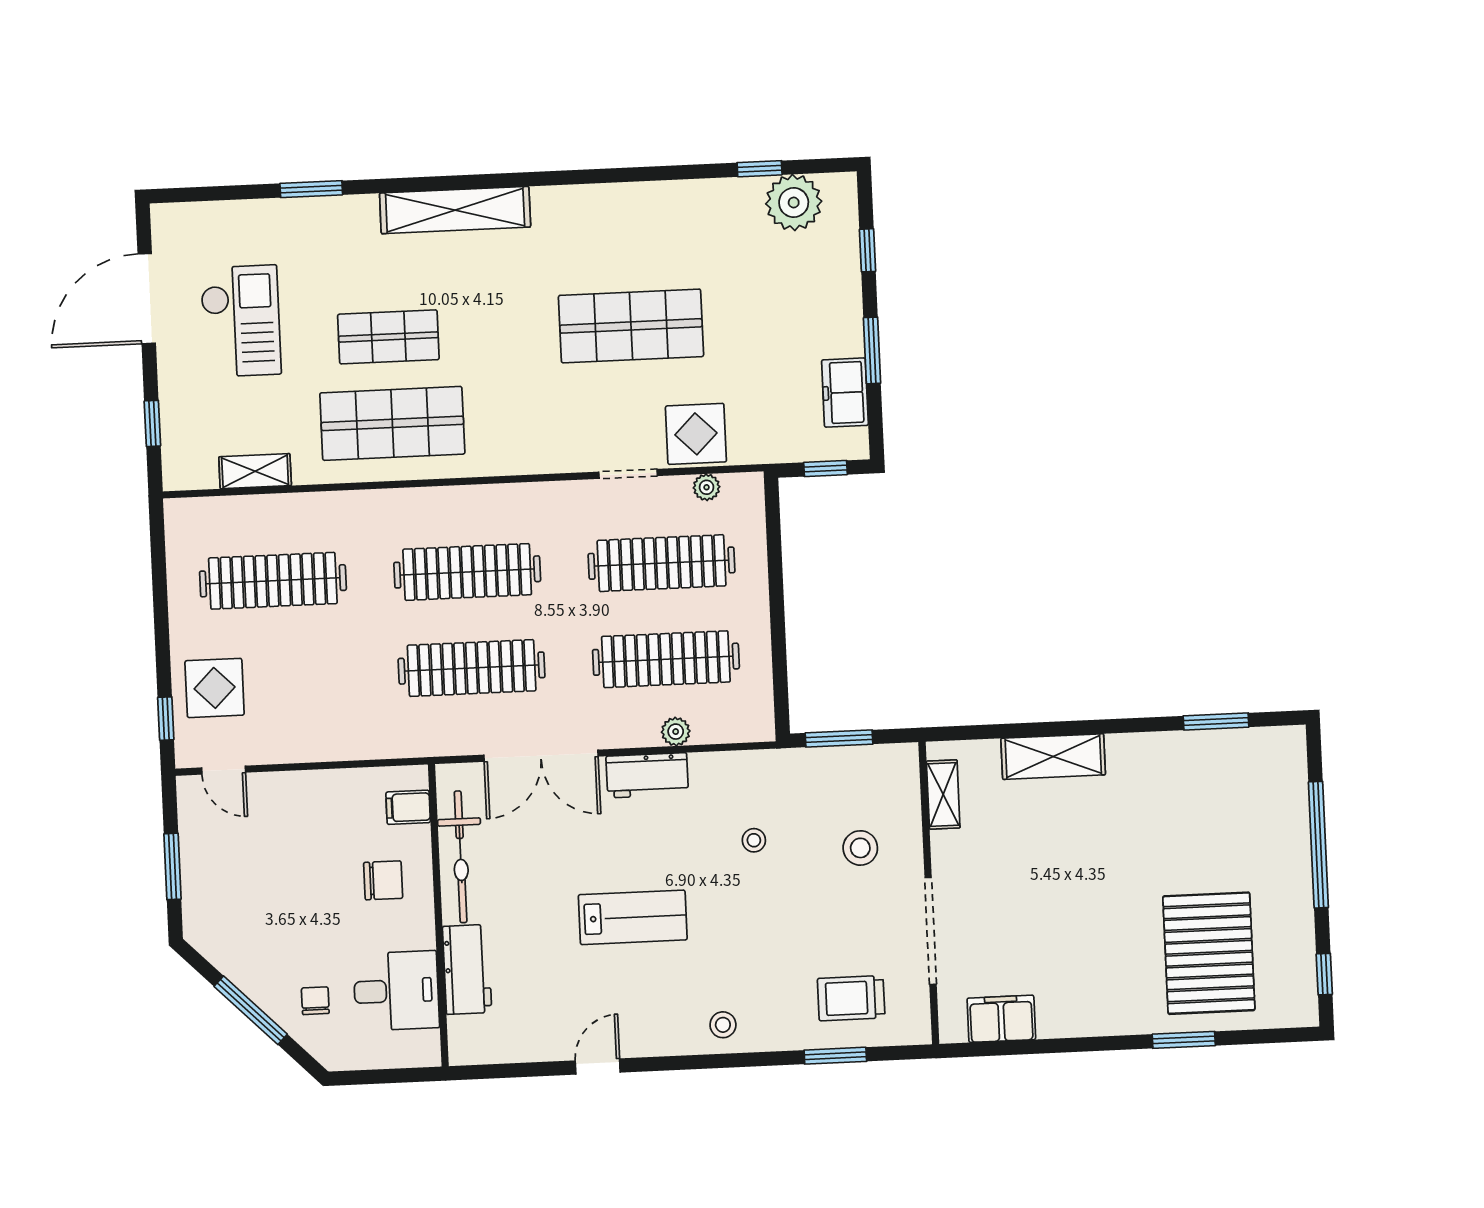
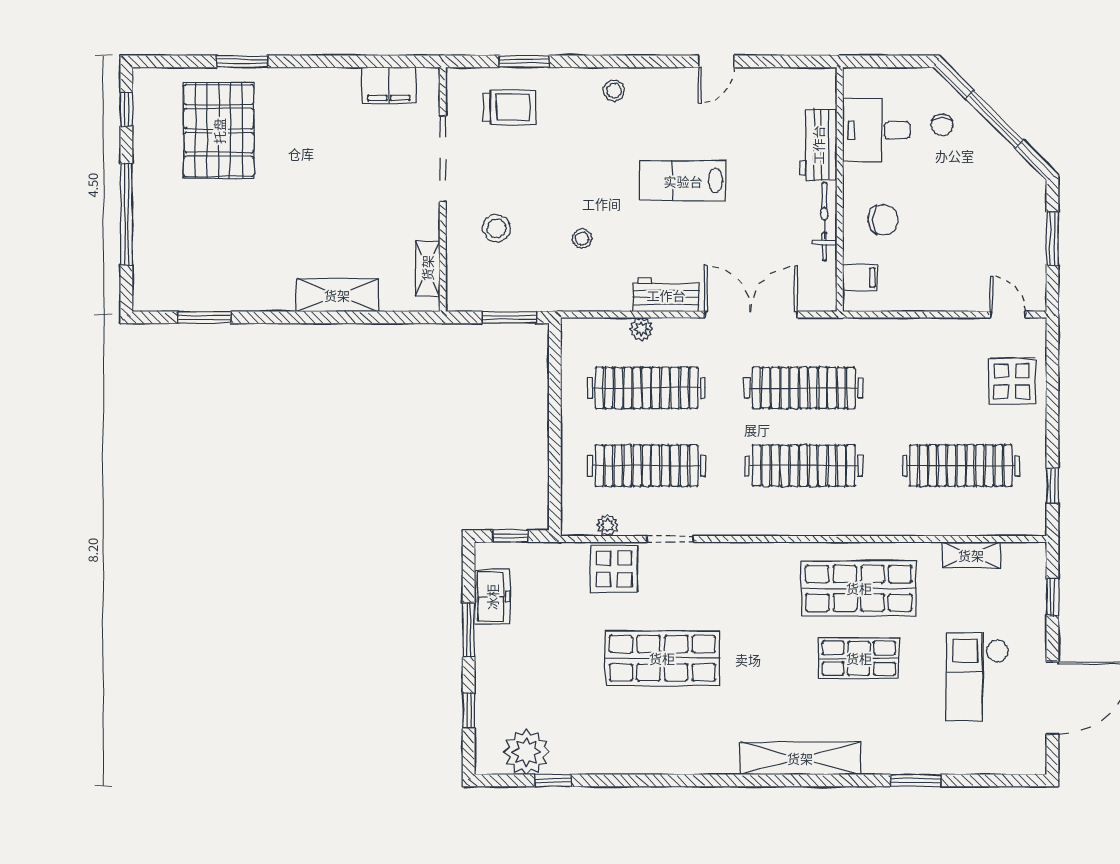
window: (166, 719) -> (1052, 486), moved
bicycle: (461, 857) -> (824, 222), width x0.73, depth x0.71
chair: (383, 880) -> (883, 220), turned 180

